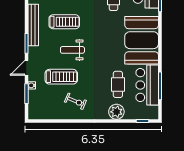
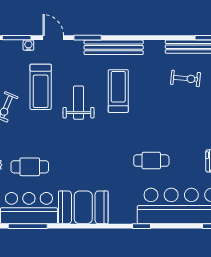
treadmill: (64, 22) -> (118, 91), turned 180
booth: (142, 40) -> (83, 207), width x0.73, depth x0.70

